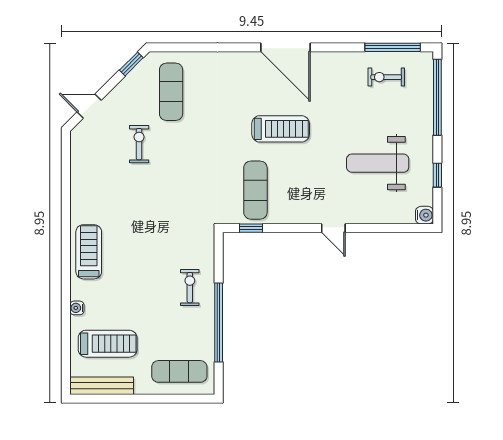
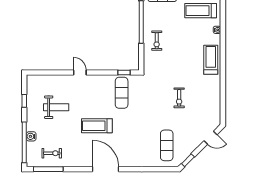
treadmill: (281, 129) -> (97, 126), moved
exercise bike: (139, 144) -> (179, 98), moved
weight bench: (378, 163) -> (56, 107), width x0.73, depth x0.75
water cooler: (425, 215) -> (31, 136), moved
treadmill: (89, 252) -> (211, 60), turned 180

